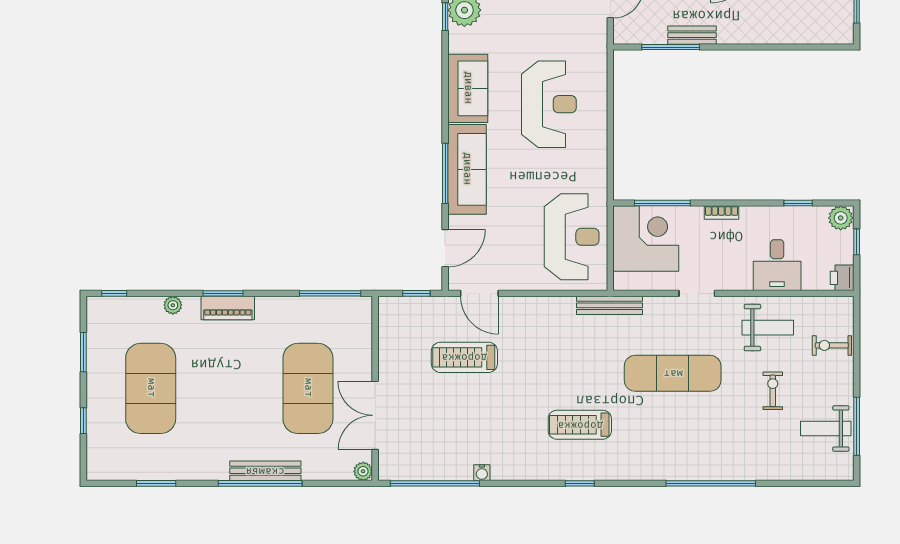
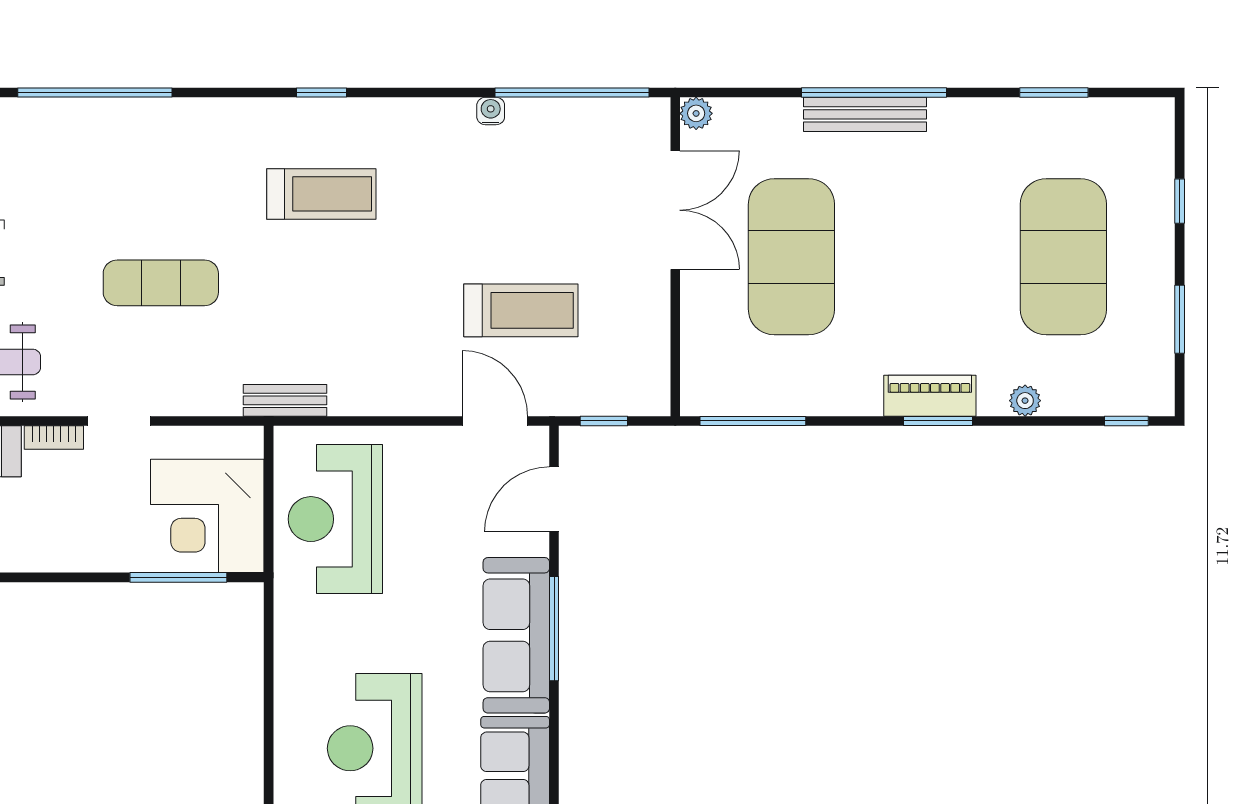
bookcase: (721, 213) -> (54, 437), moved, turned 180
bench: (610, 305) -> (285, 400), width x0.73
exercise mat: (673, 373) -> (161, 283), width x0.73, depth x0.69

